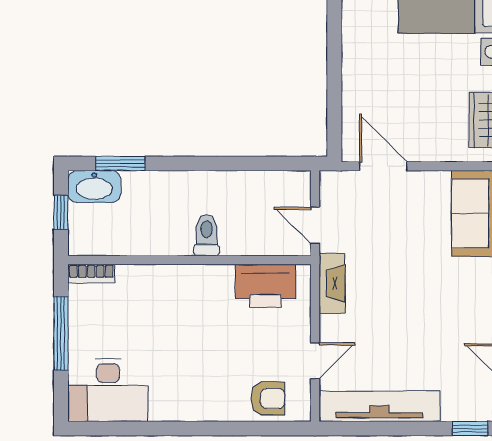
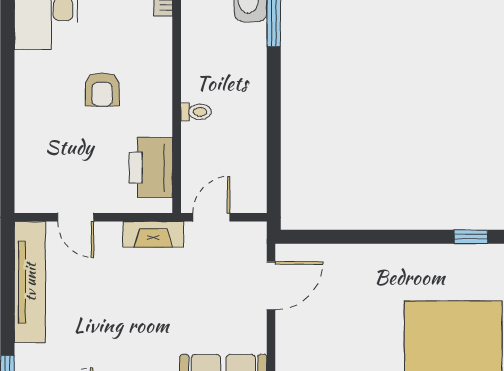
toilet: (207, 235) -> (196, 112), width x0.73, depth x0.72
armchair: (268, 398) -> (102, 89), moved

